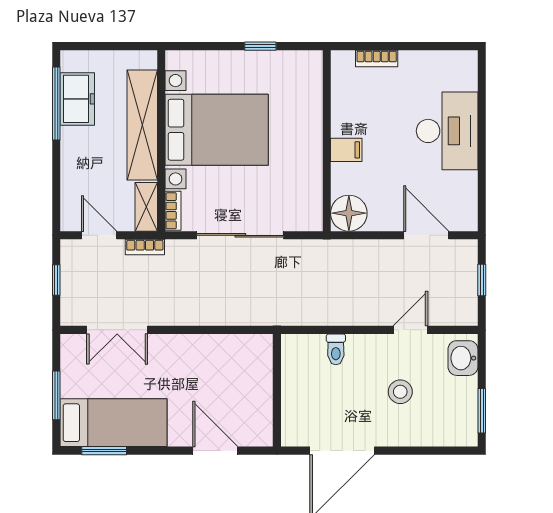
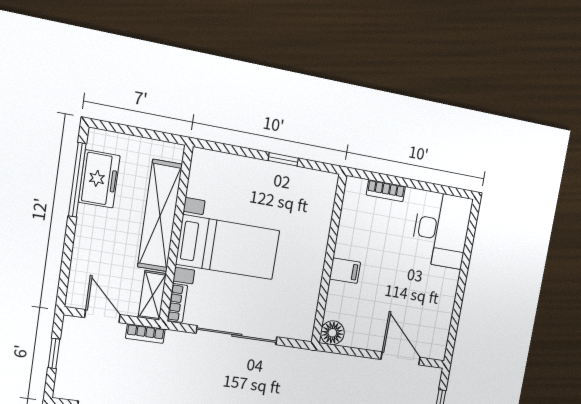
bed with nightstands: (217, 130) -> (228, 247), width x0.73
desk: (447, 131) -> (441, 230), moved
floor lamp: (349, 213) -> (332, 333), width x0.73, depth x0.73

